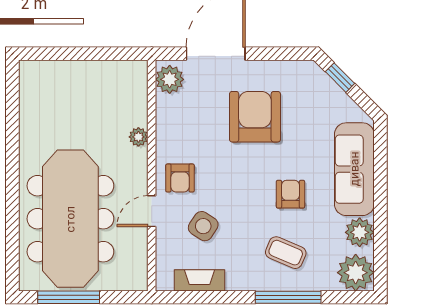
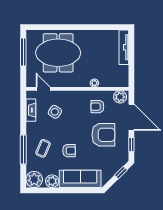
window: (277, 54) -> (131, 145), added
tv unit: (58, 70) -> (124, 47), added
armchair: (180, 178) -> (97, 107), moved
door: (152, 211) -> (43, 89), moved
meeting table: (70, 219) -> (58, 53), width x0.73

